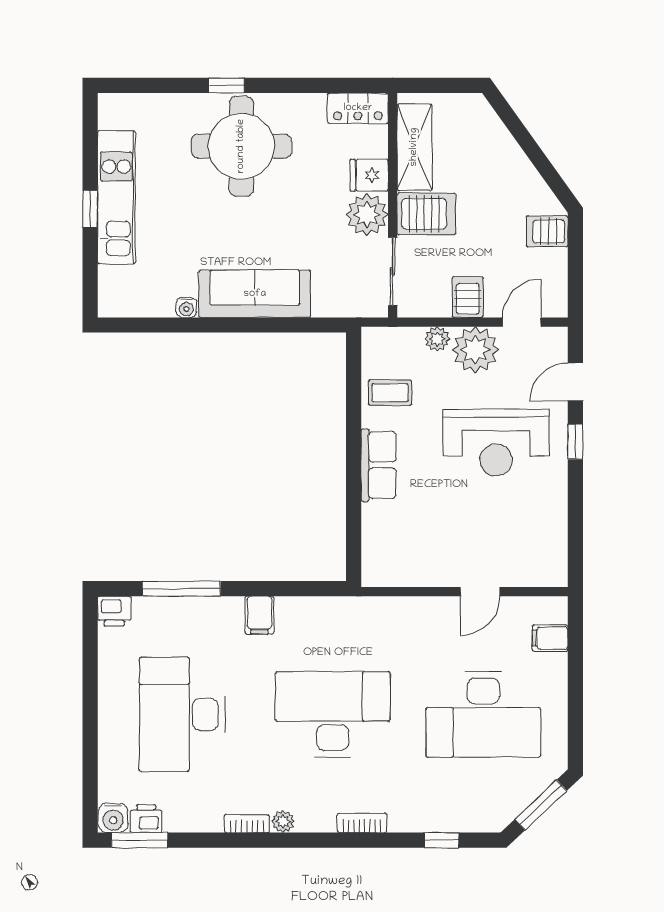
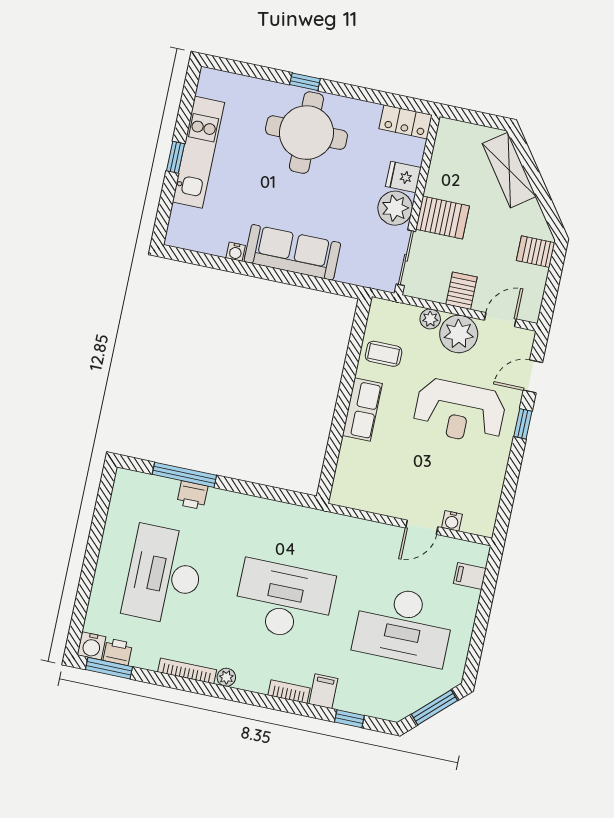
shelving: (414, 147) -> (509, 170), moved, turned -36
water cooler: (515, 576) -> (452, 521), added
printer: (114, 611) -> (192, 495), moved
filing cabinet: (260, 615) -> (323, 691), moved, turned 180
bookcase: (247, 824) -> (187, 671), width x1.56

